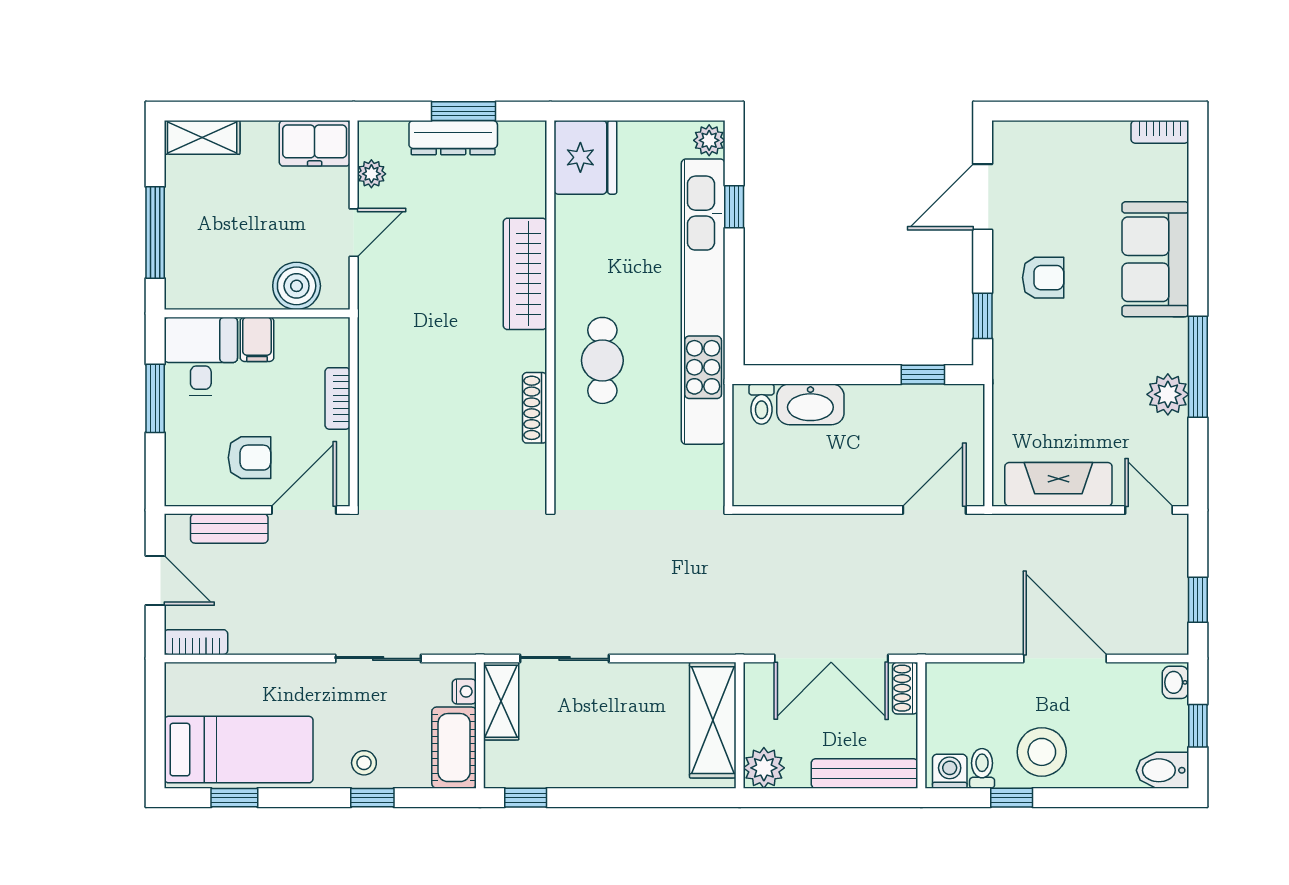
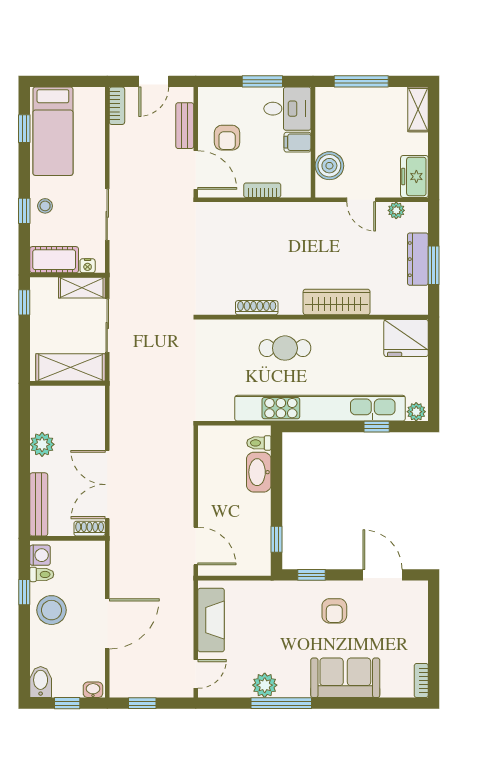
shelving: (713, 720) -> (70, 367), moved
wall: (740, 725) -> (67, 383), moved

